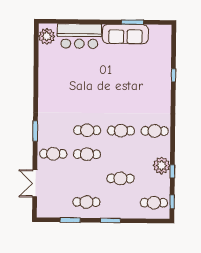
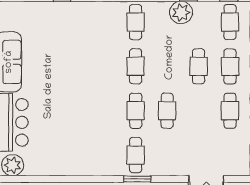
cafe table: (53, 154) -> (136, 155), moved
cafe table: (120, 202) -> (230, 66), added

